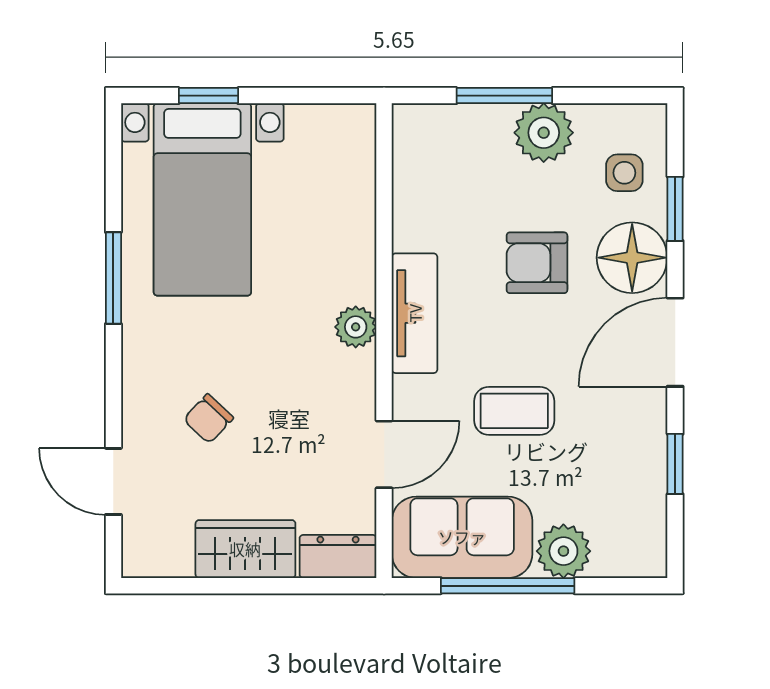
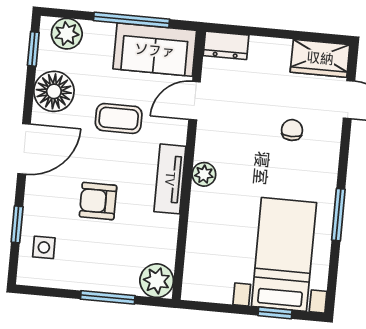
plant: (544, 133) -> (157, 281), moved
floor lamp: (632, 258) -> (54, 91), moved
armchair: (537, 263) -> (98, 201), turned 180
chair: (208, 419) -> (292, 130), turned -43
window: (675, 464) -> (33, 49), moved
wardrobe: (245, 549) -> (320, 58), moved
plant: (563, 551) -> (67, 34), moved

